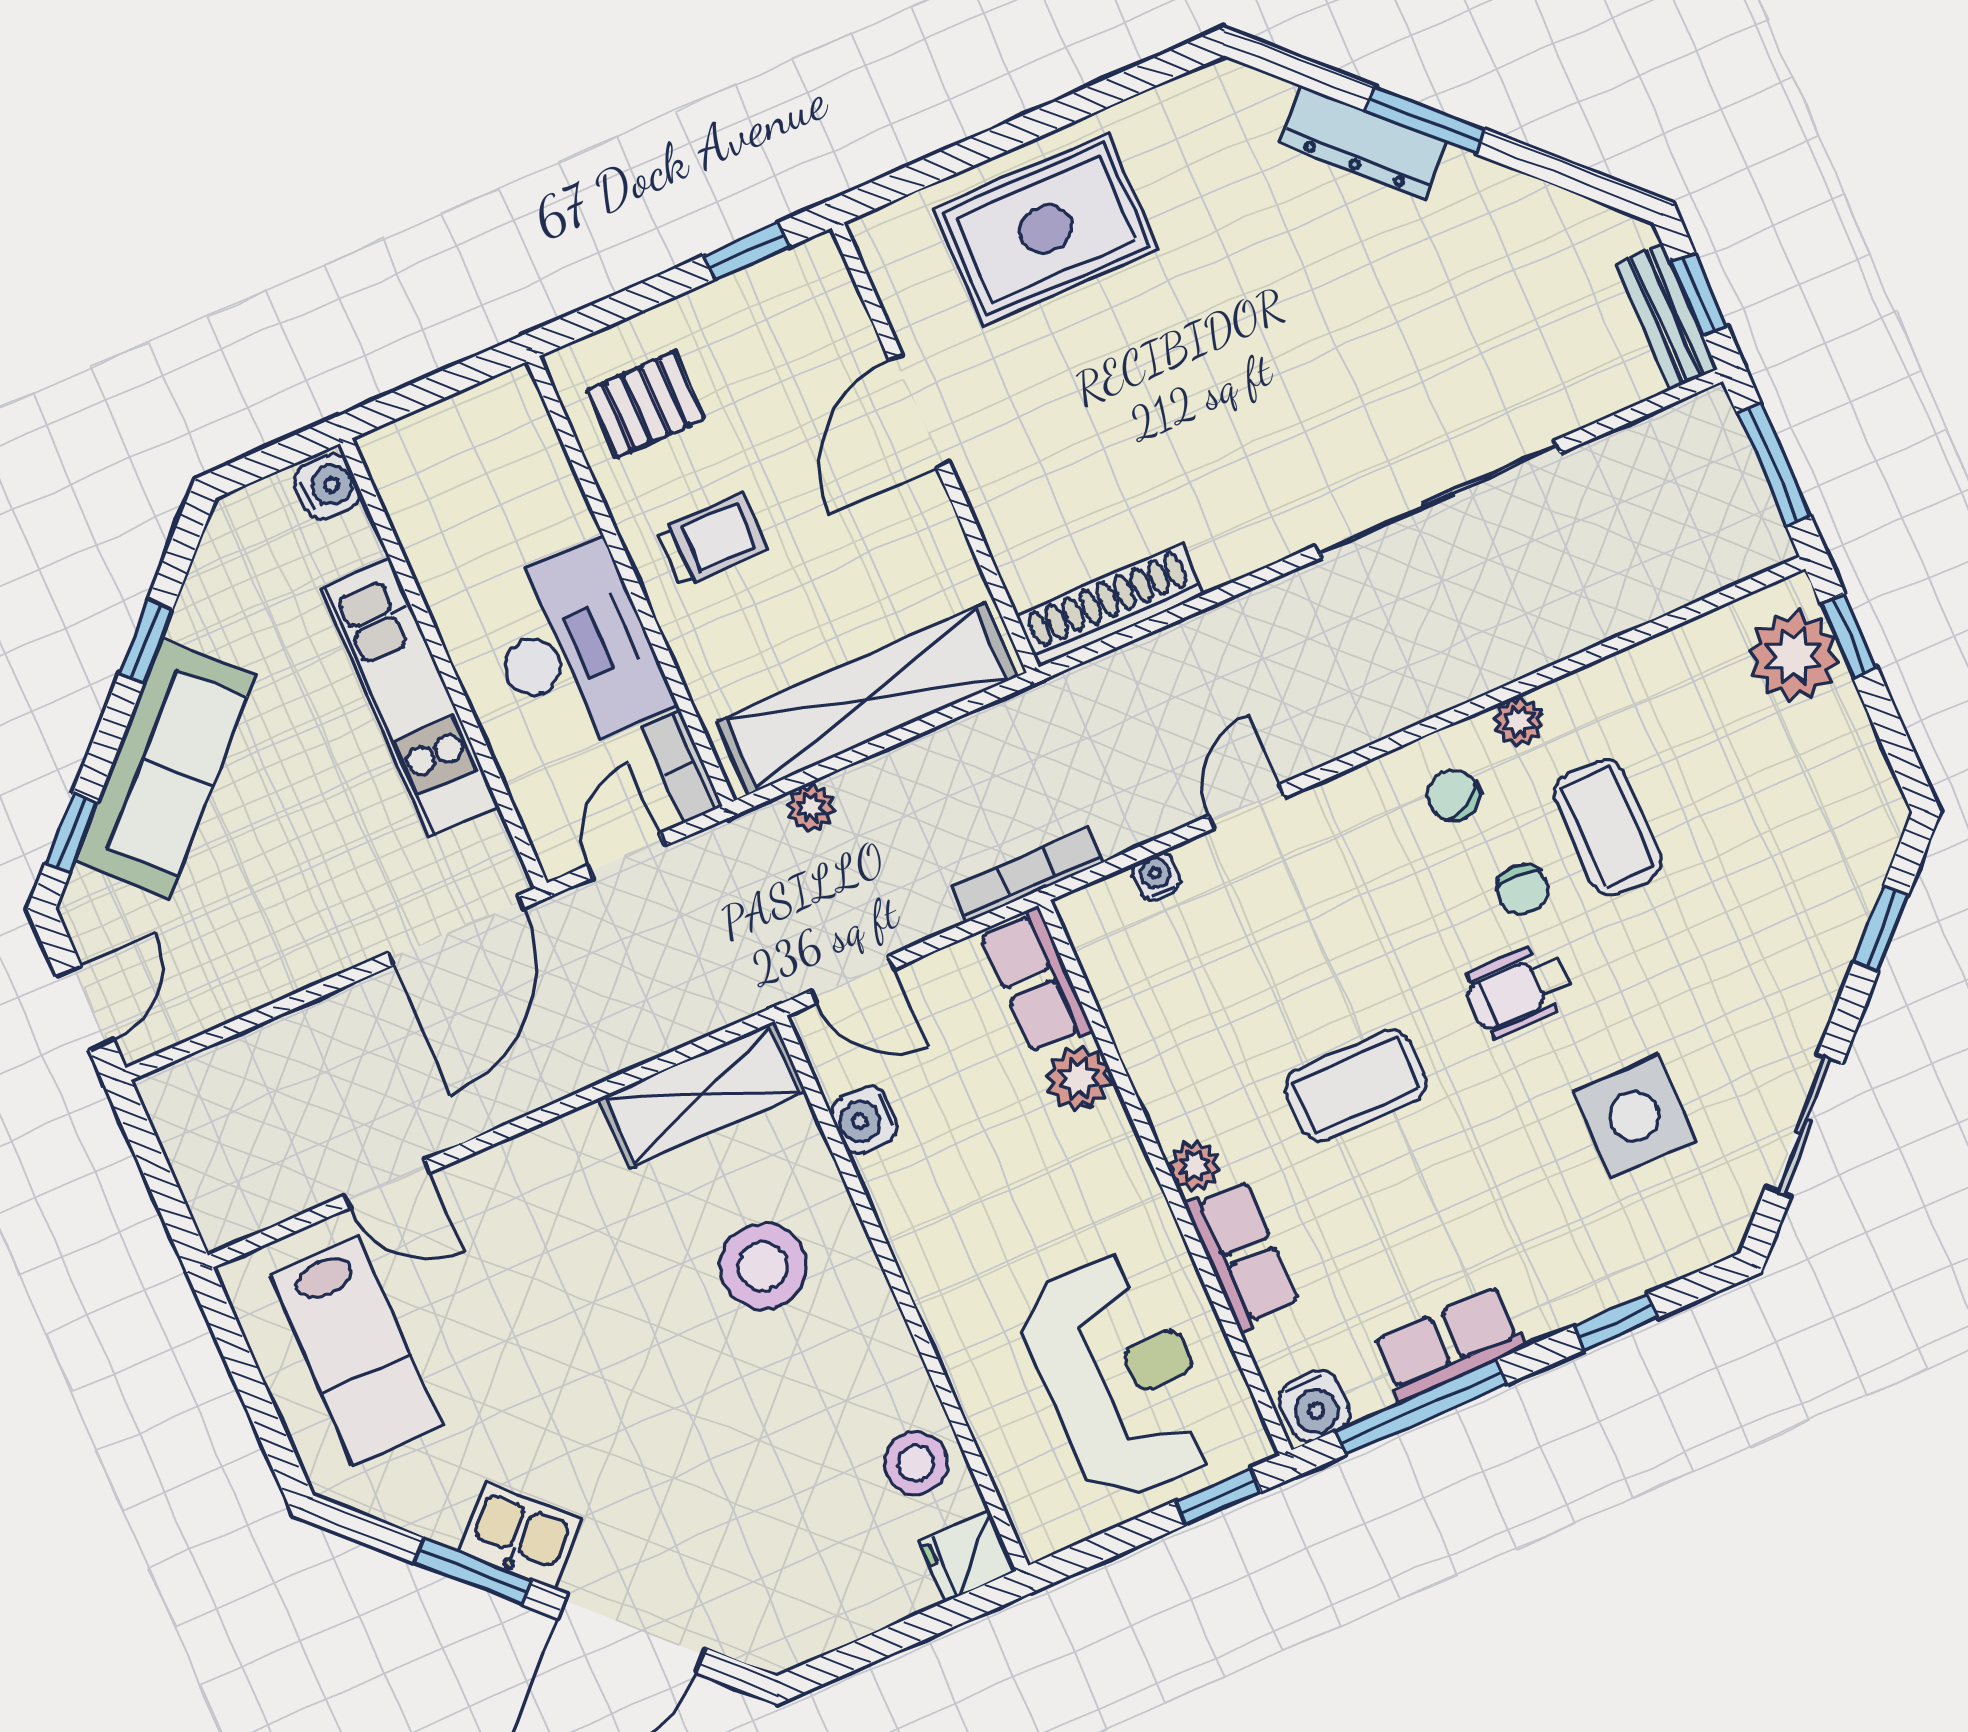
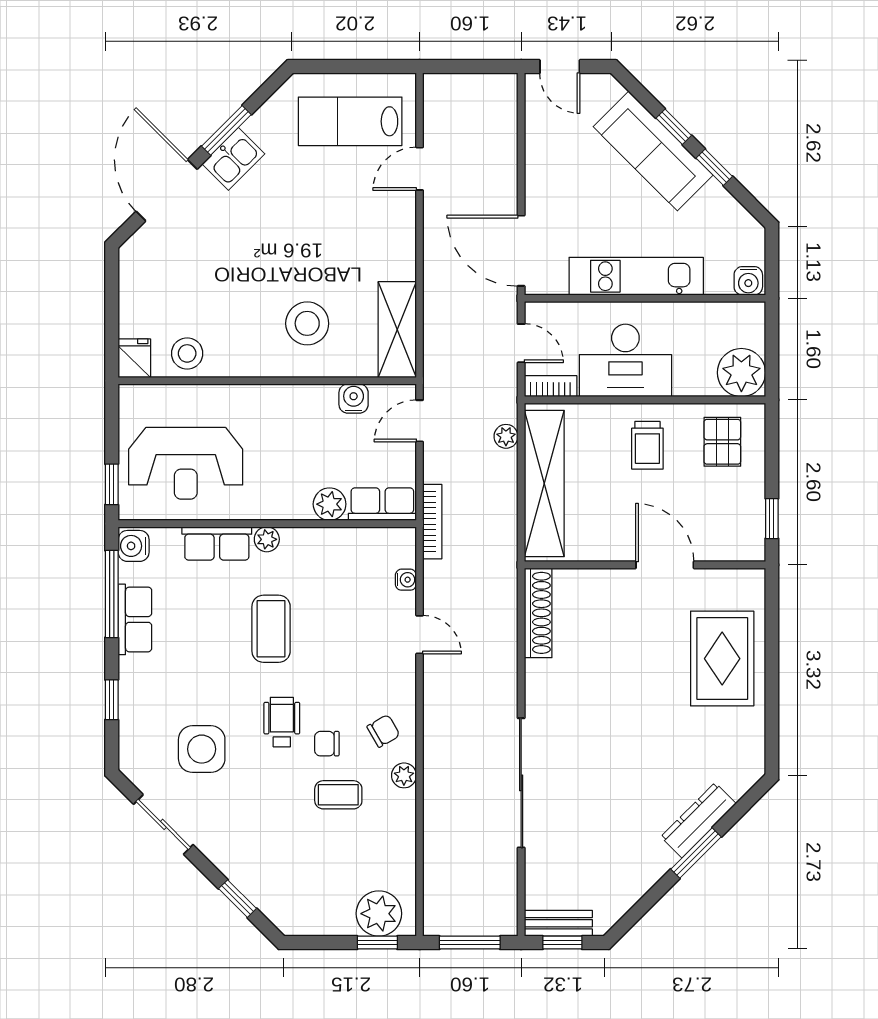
plant: (502, 425) -> (741, 373), added
coffee table: (1608, 827) -> (338, 795), width x0.73, depth x0.77
window: (71, 833) -> (674, 127), moved

